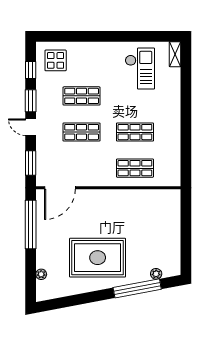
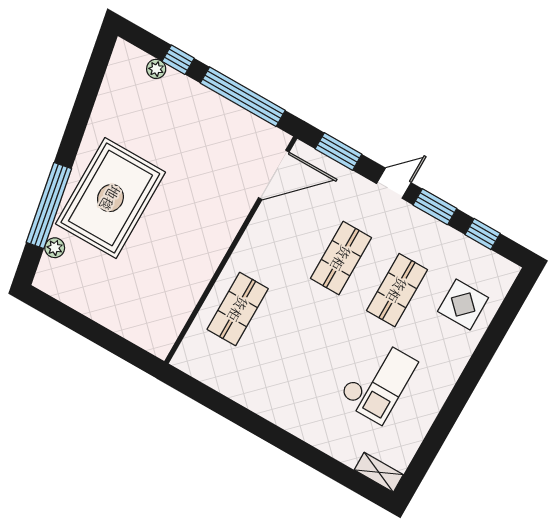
display table: (56, 60) -> (463, 305), moved
checkout: (140, 69) -> (378, 381), moved, turned -90
shop shelf: (135, 132) -> (294, 341), removed
door: (60, 188) -> (274, 175), swing flipped
rug: (98, 258) -> (110, 198), moved
window: (31, 266) -> (178, 60), added

